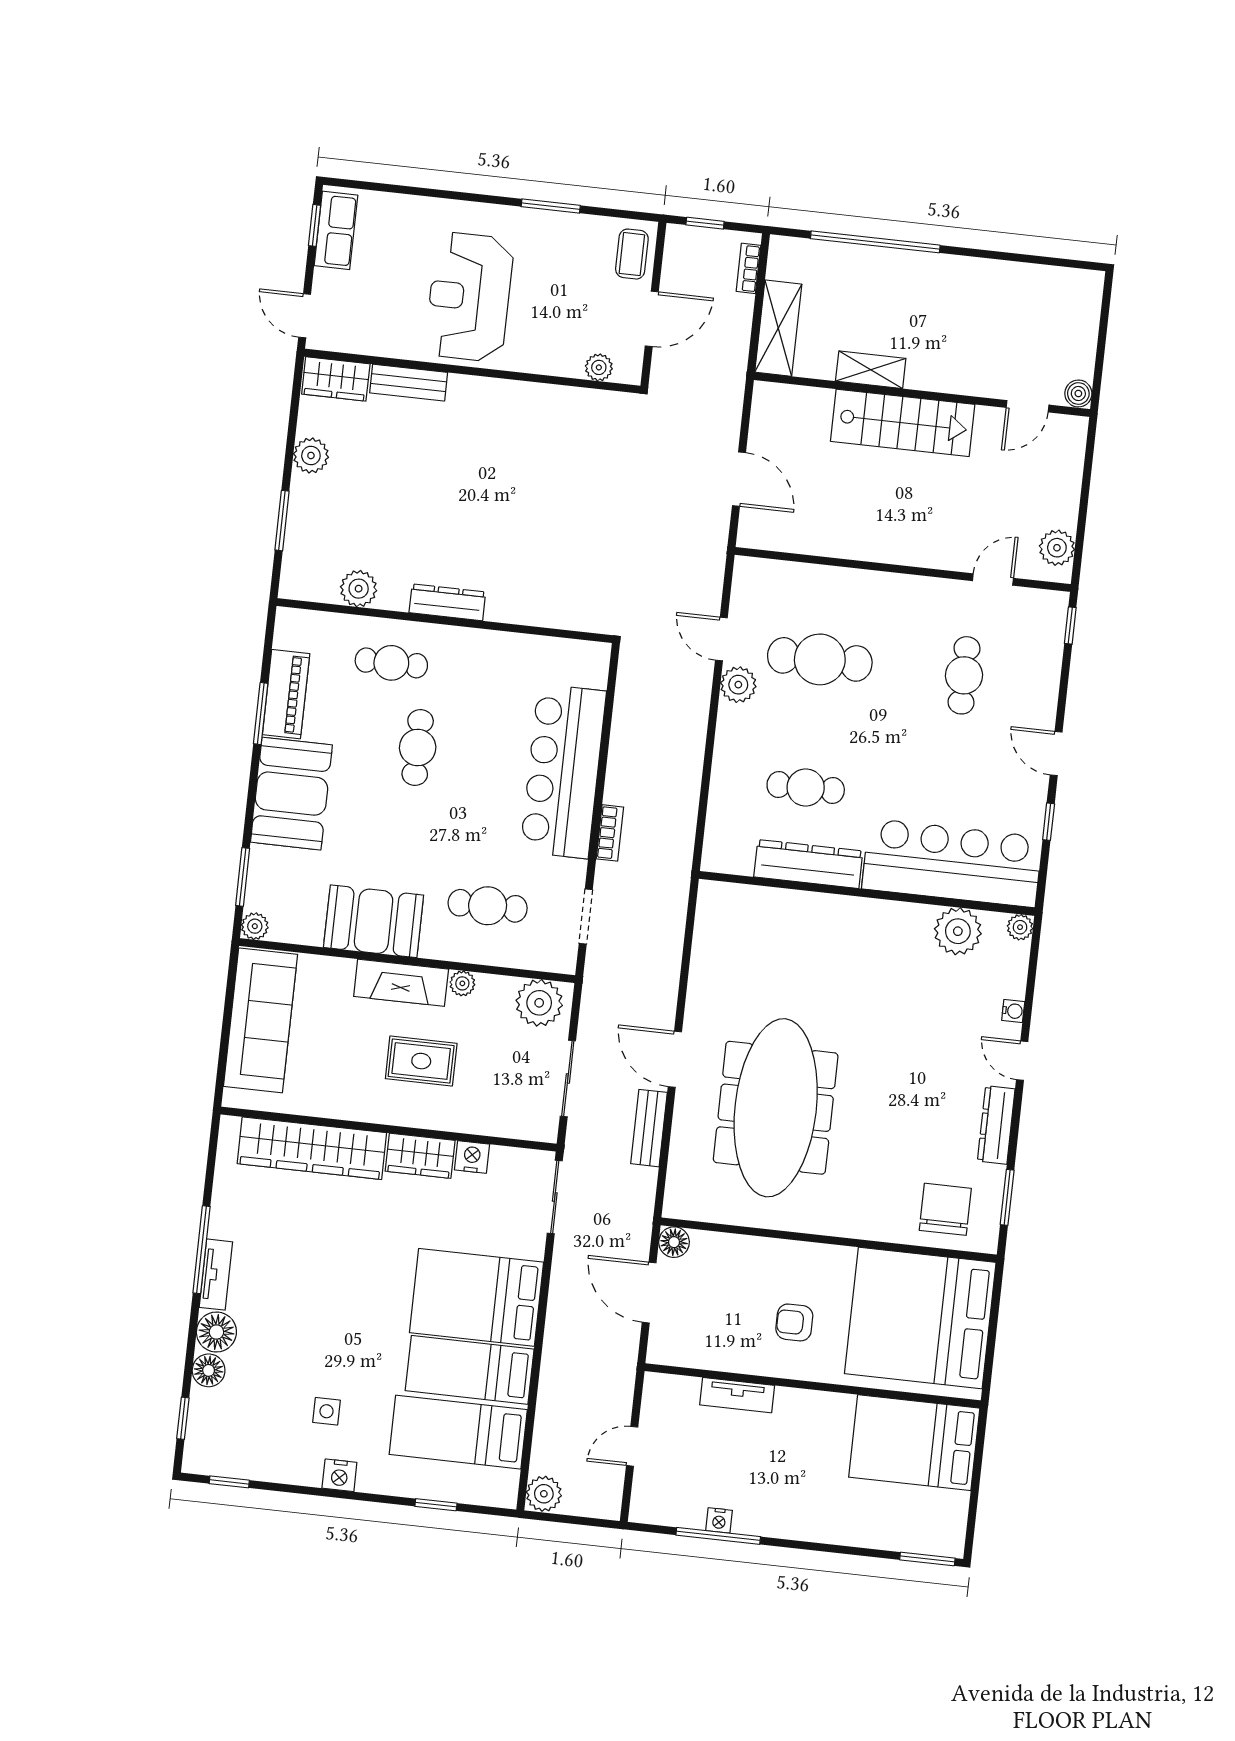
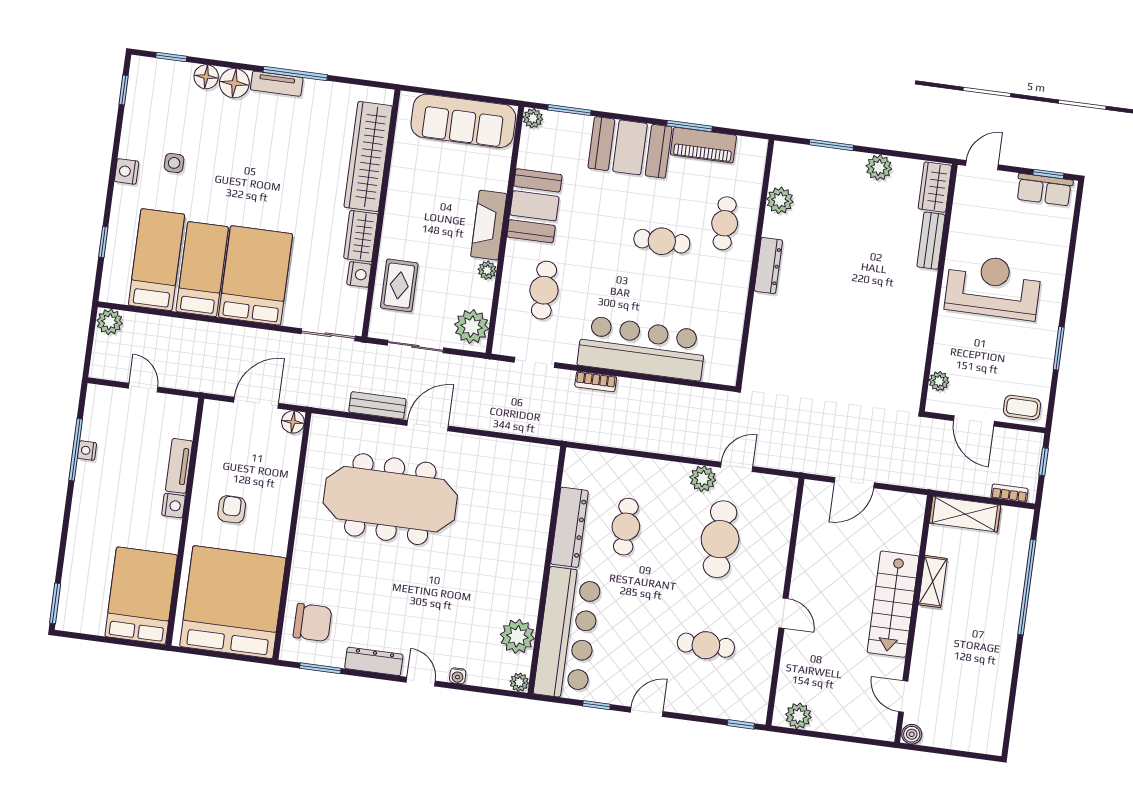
door: (993, 579) -> (783, 613), moved
rug: (421, 1061) -> (399, 285), moved
door: (1022, 1061) -> (421, 682), hinge flipped
nightstand: (791, 1402) -> (173, 506), added

